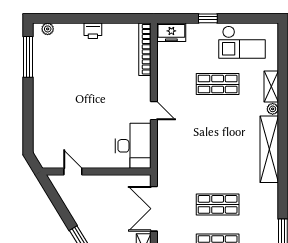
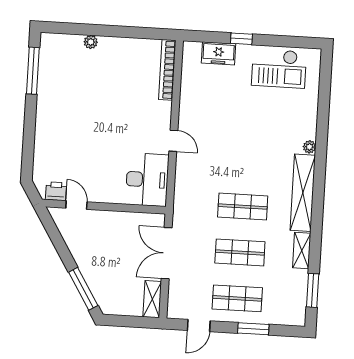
plant: (48, 29) -> (91, 42), moved
printer: (93, 31) -> (56, 191), moved, turned 180
freezer: (171, 32) -> (219, 53), moved
shop shelf: (218, 84) -> (243, 207), moved
shelving: (271, 86) -> (302, 250), moved

